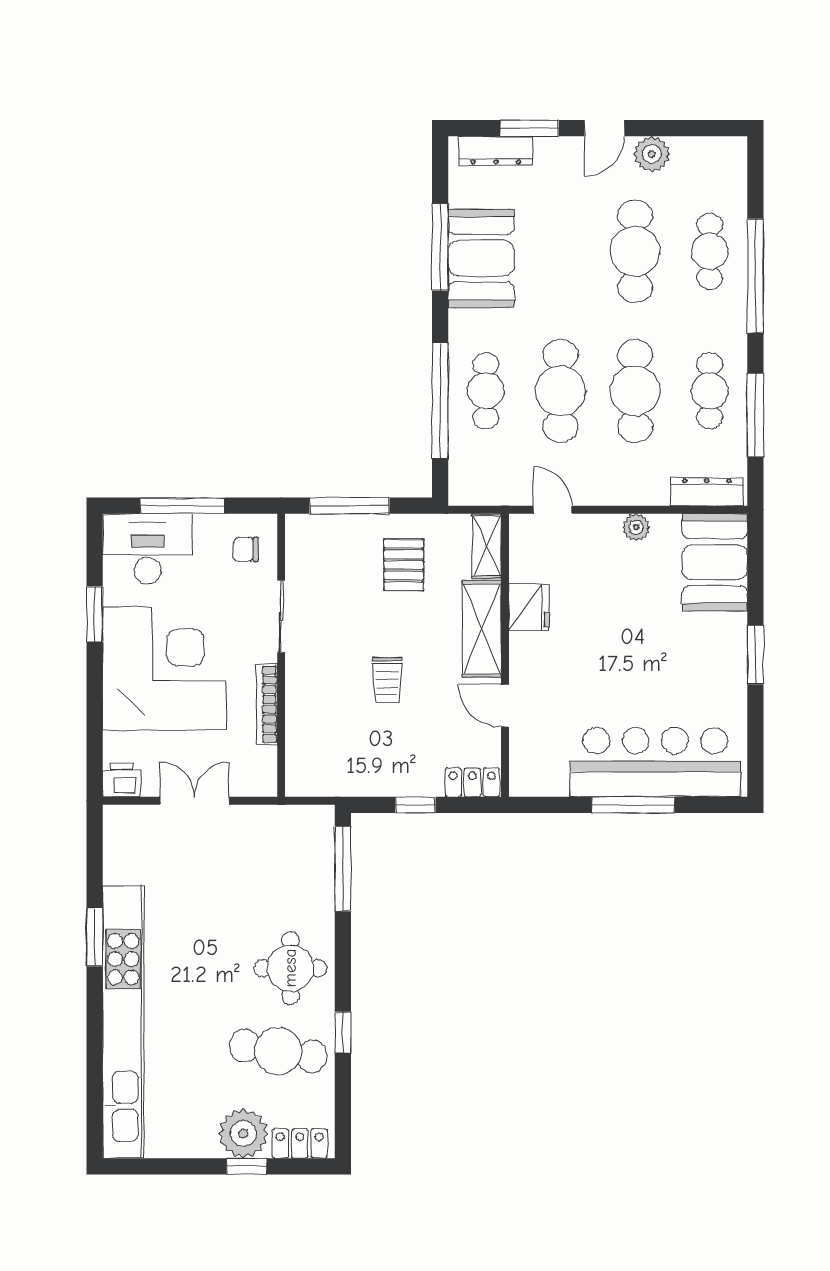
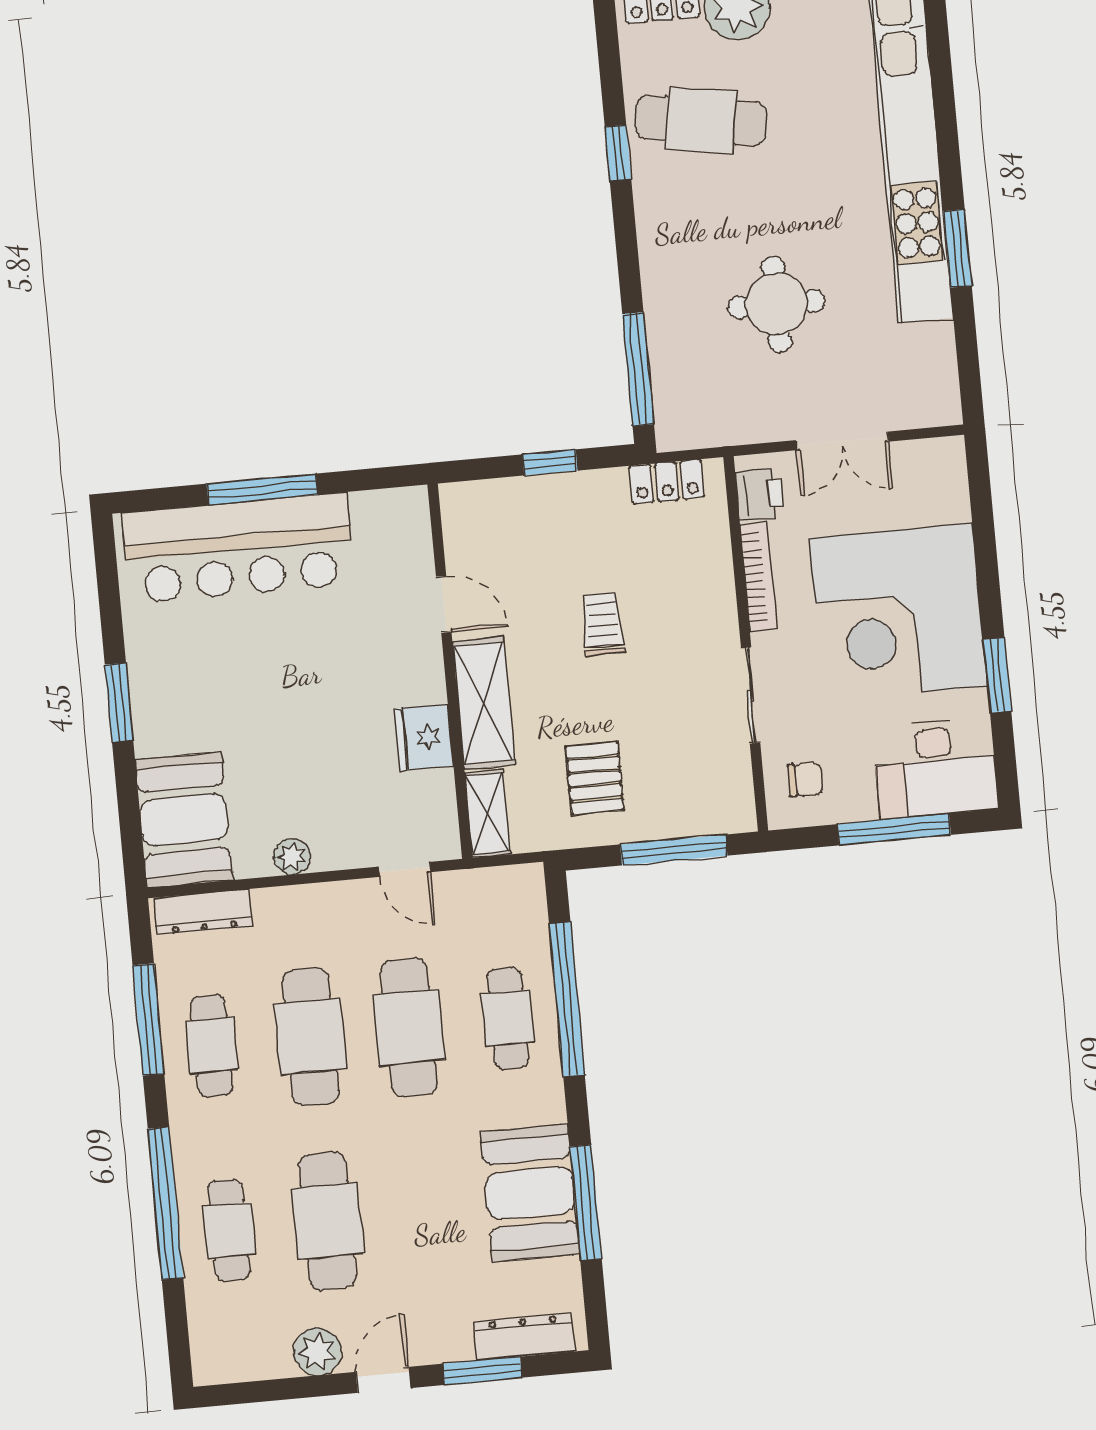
printer: (121, 780) -> (760, 495), moved, turned -90
locker: (472, 782) -> (667, 482), moved
round table: (290, 968) -> (776, 304), moved

